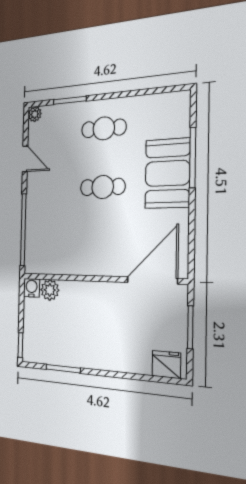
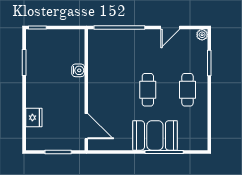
door: (152, 280) -> (86, 126), width x0.73
water cooler: (32, 288) -> (78, 70), moved
plant: (50, 290) -> (77, 51), removed
fridge: (166, 364) -> (34, 118), moved

